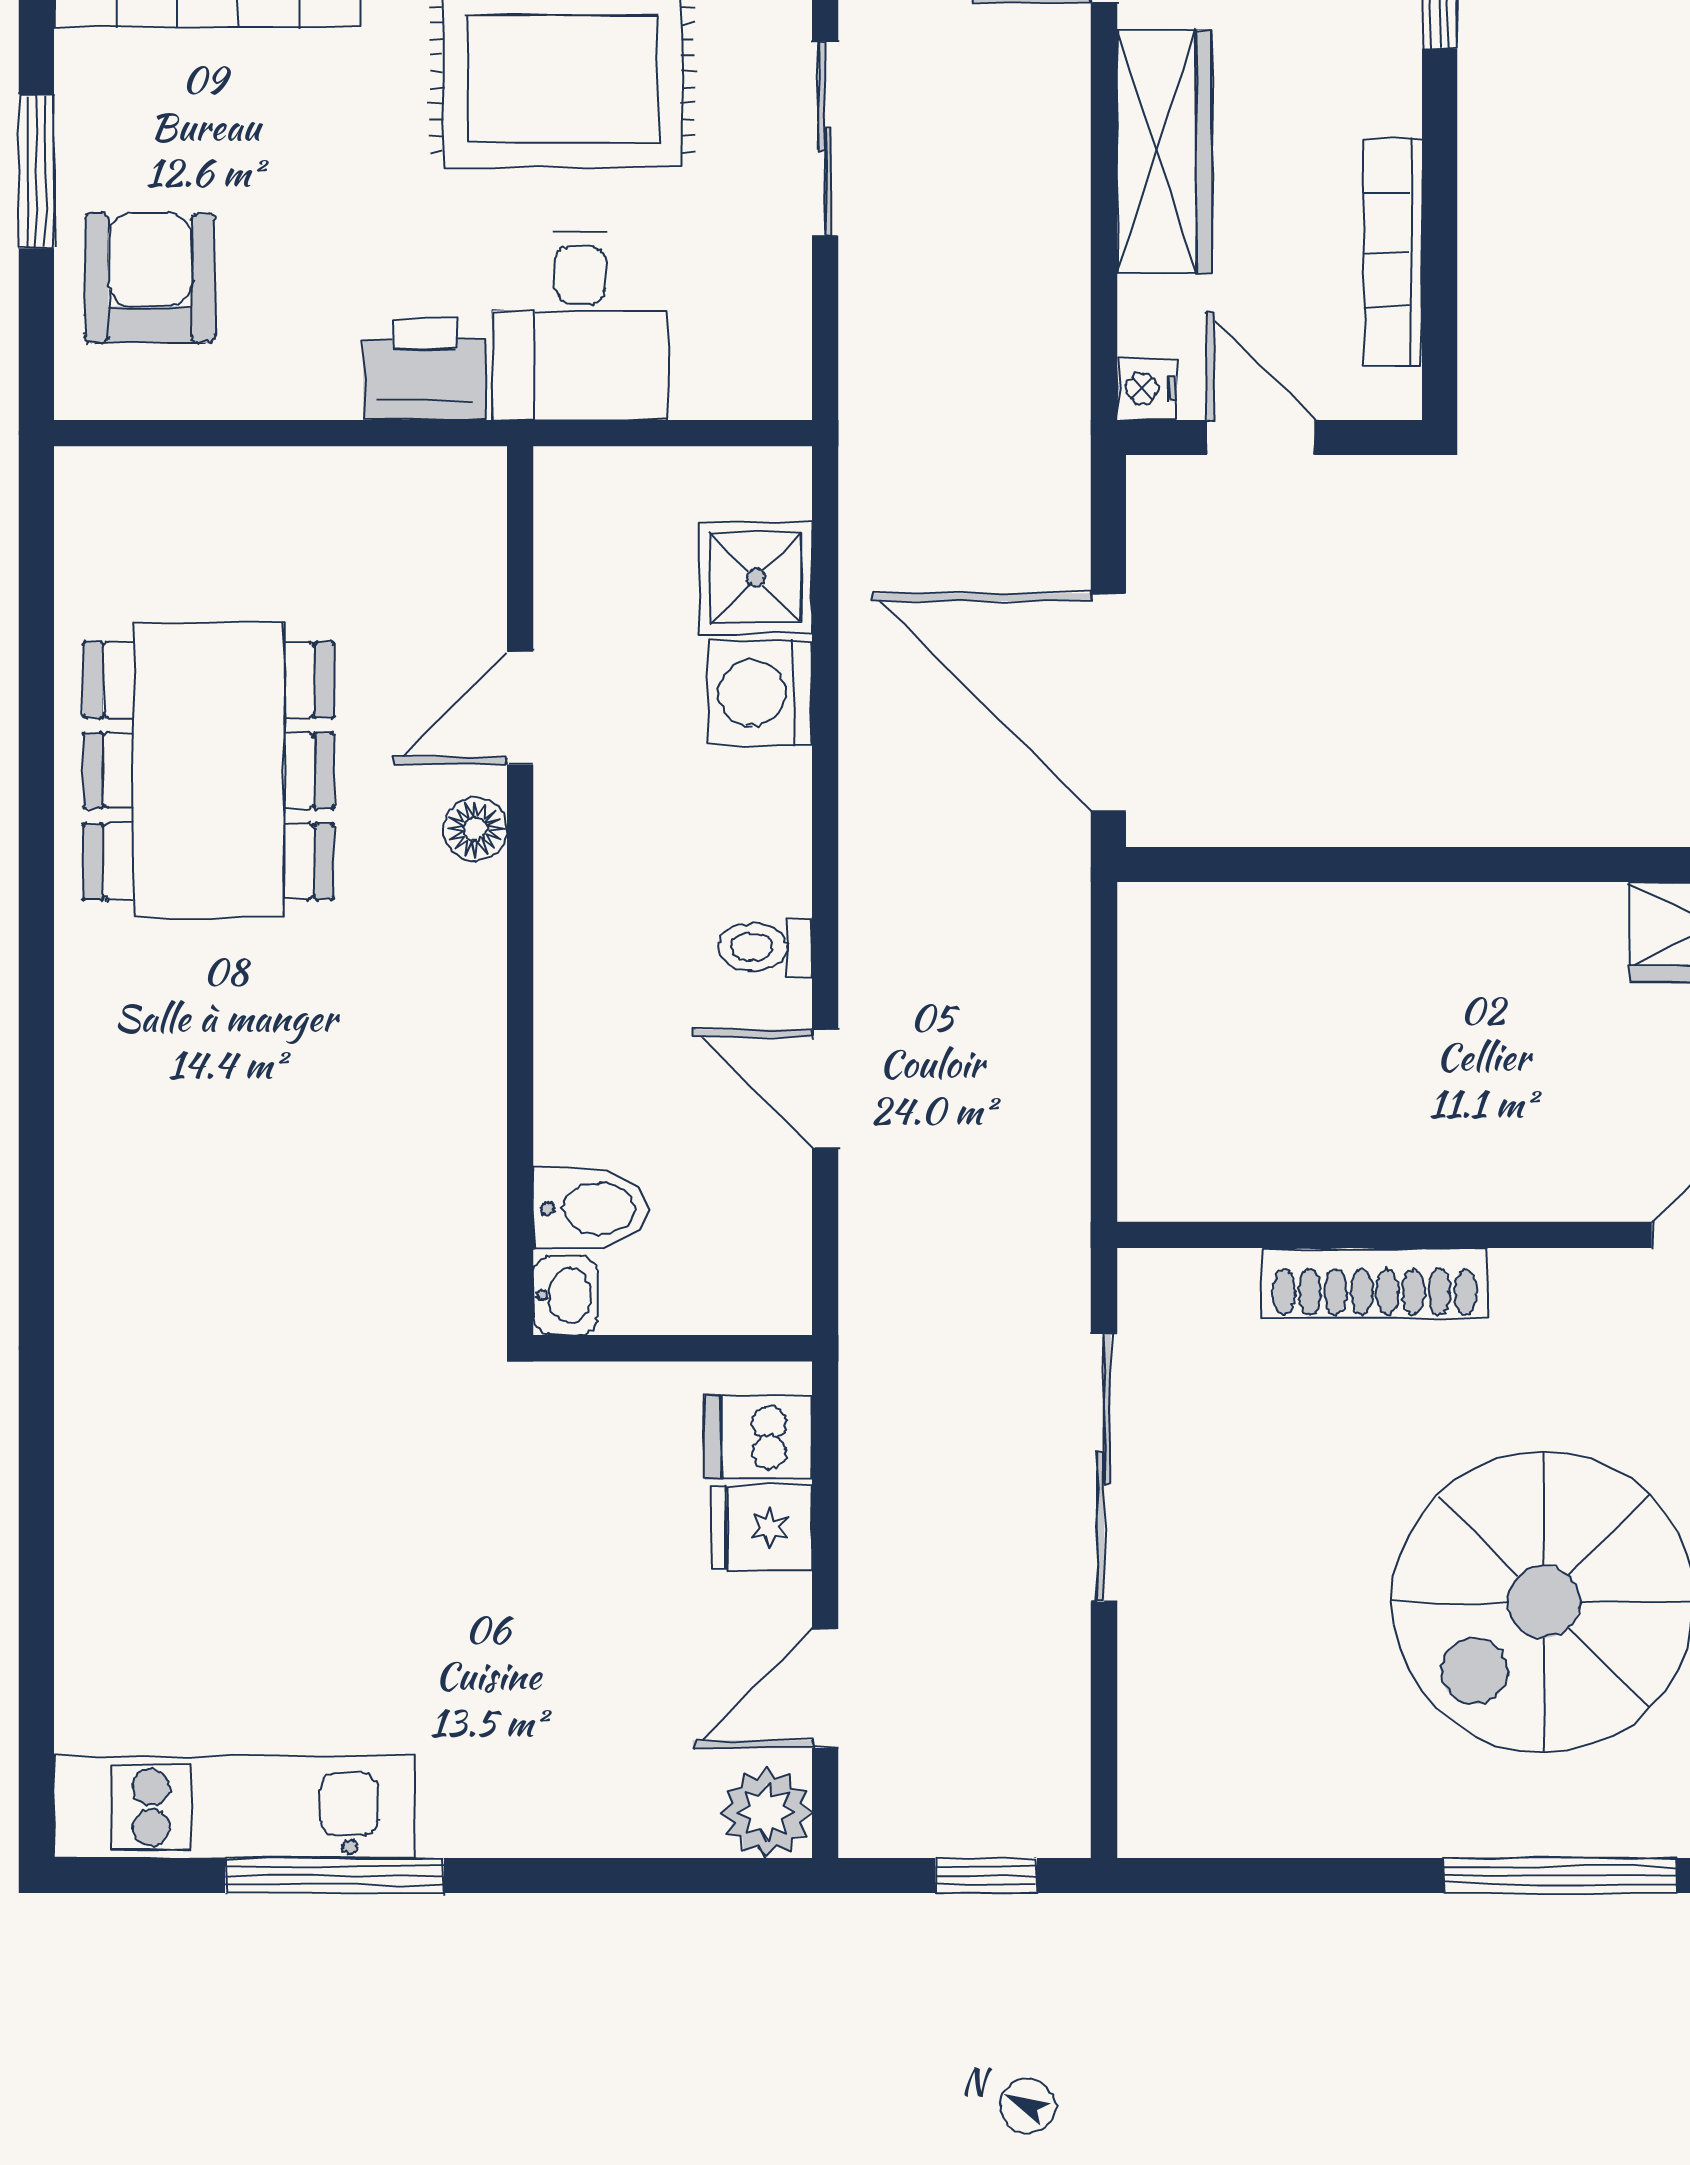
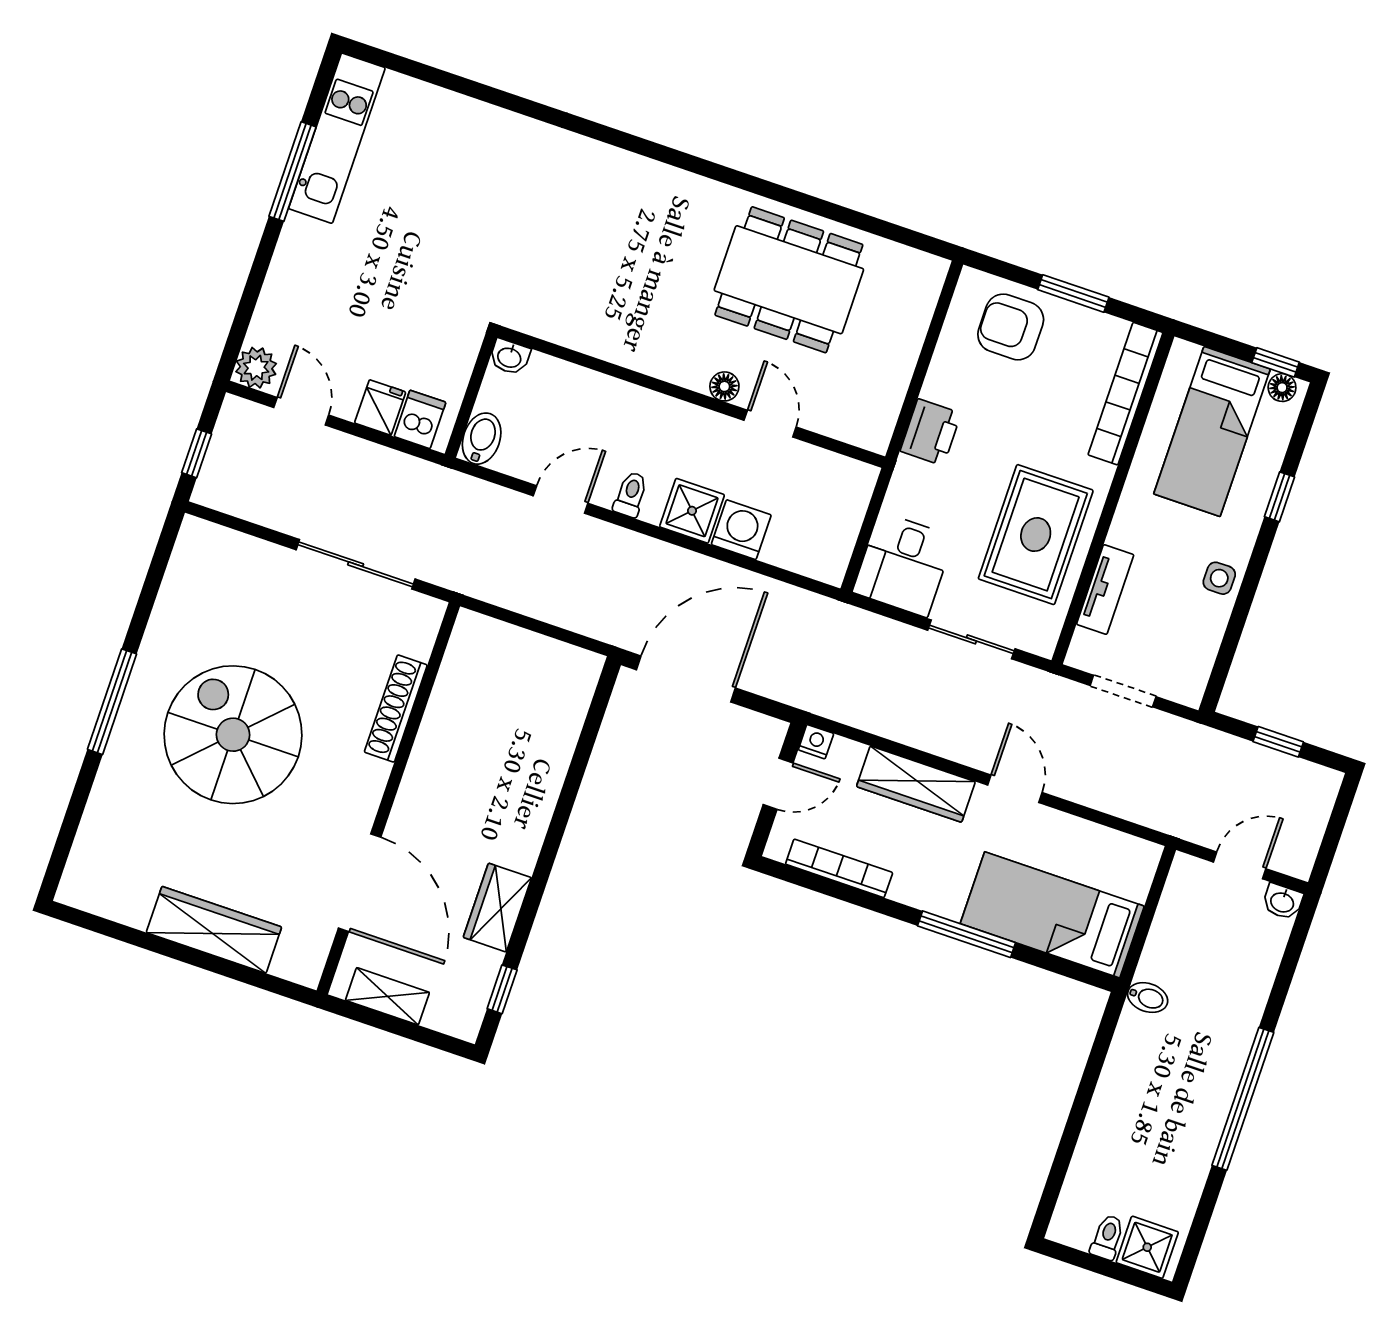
armchair: (150, 278) -> (1011, 327), turned 180
desk: (580, 326) -> (903, 564), moved, turned -90
shower: (756, 578) -> (692, 511), moved
bidet: (591, 1208) -> (482, 439), moved, turned 180

